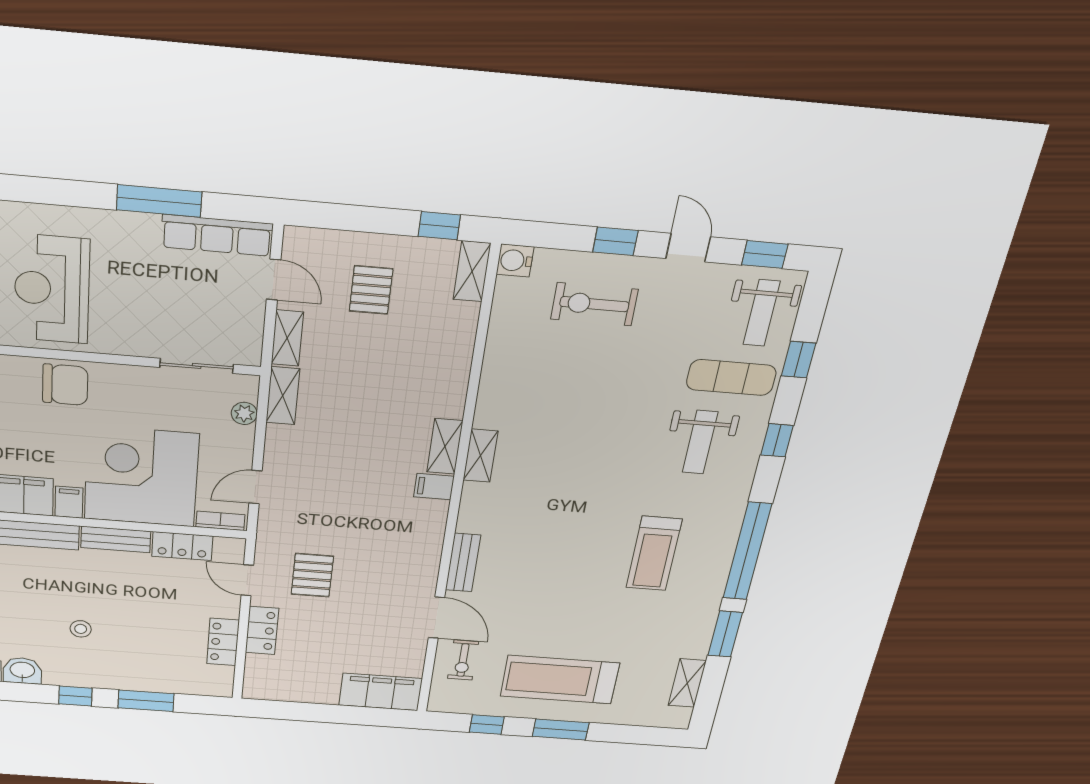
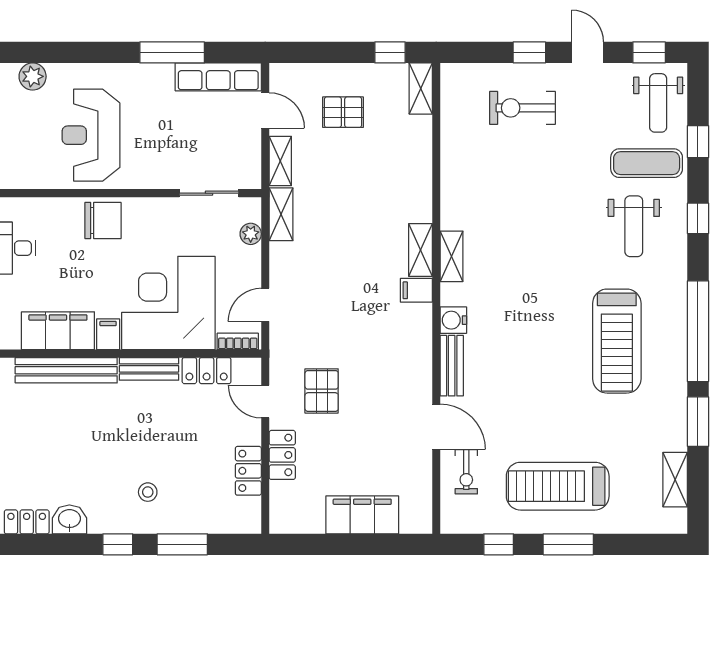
water cooler: (515, 261) -> (453, 320), moved
pallet: (371, 290) -> (343, 112), turned 90
treadmill: (654, 554) -> (617, 341), width x1.37, depth x1.38
stool: (81, 629) -> (148, 492), moved
filing cabinet: (381, 692) -> (362, 515), moved

